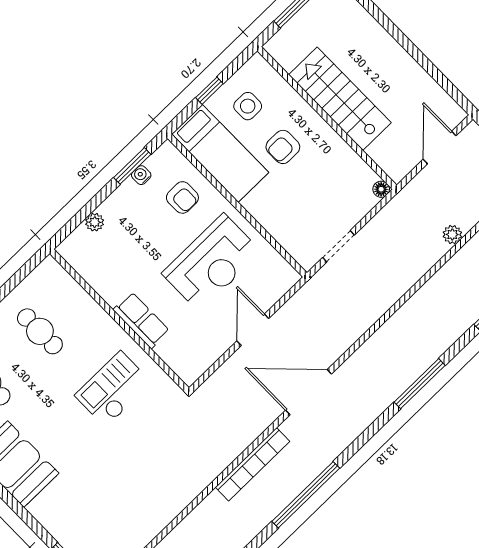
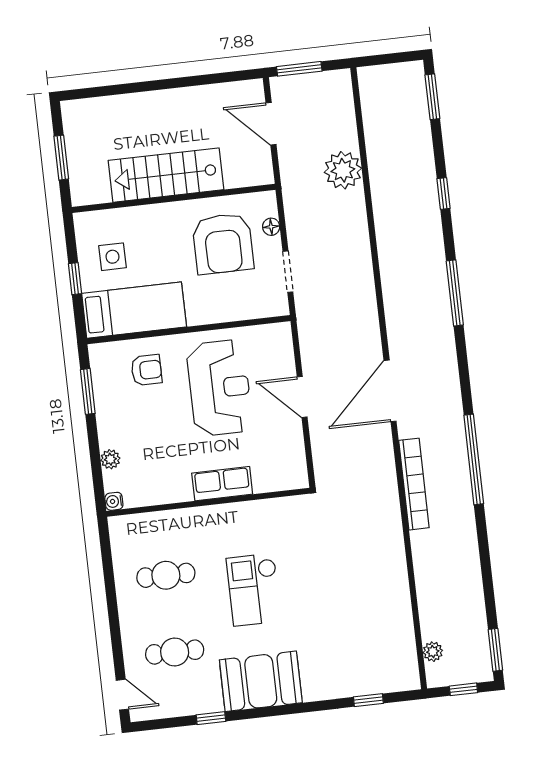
armchair: (283, 147) -> (223, 244), moved, width x1.88, depth x1.88
water cooler: (141, 175) -> (114, 501), moved
floor lamp: (381, 189) -> (271, 227), moved
plant: (452, 235) -> (343, 170), width x1.88, depth x1.88
checkout: (113, 389) -> (254, 590), moved

